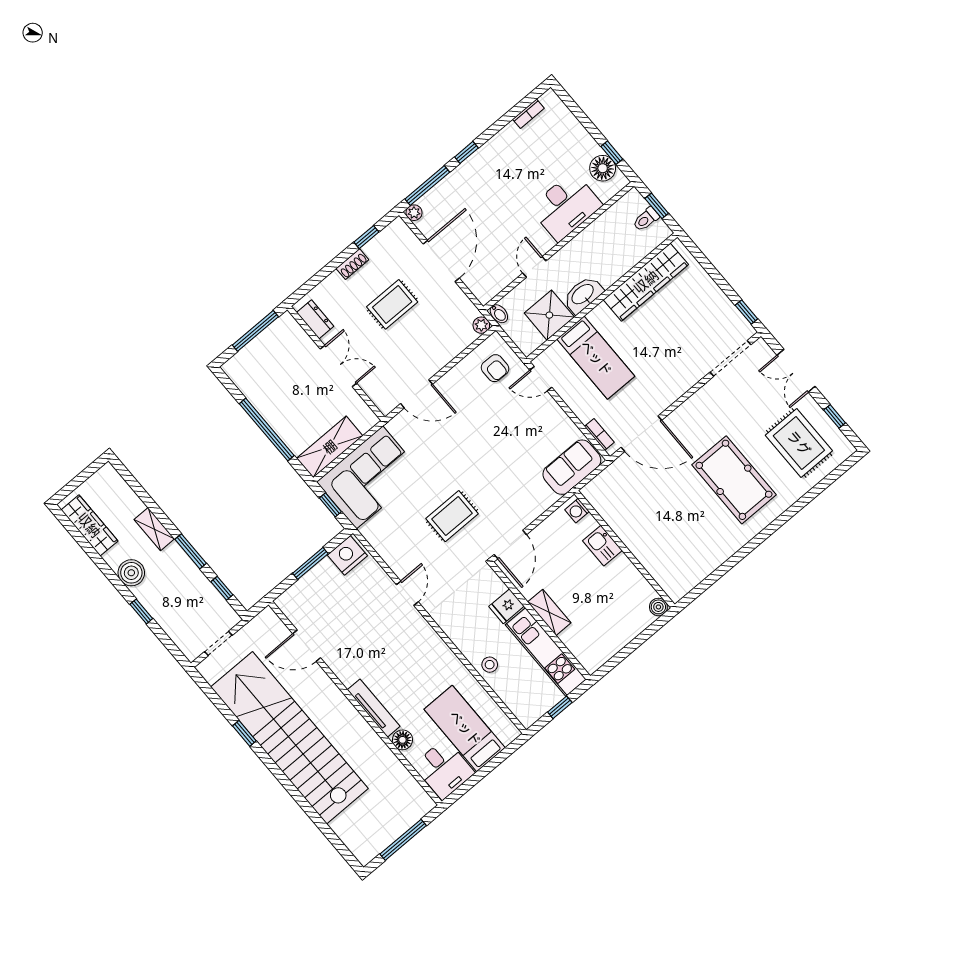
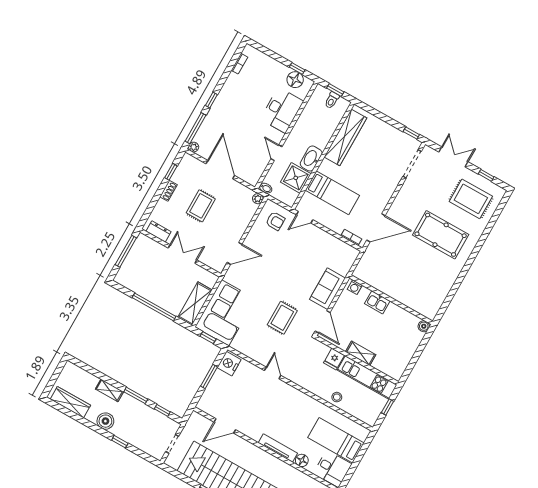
double door: (796, 371) -> (453, 157), swing flipped
sofa: (572, 467) -> (328, 289), moved

